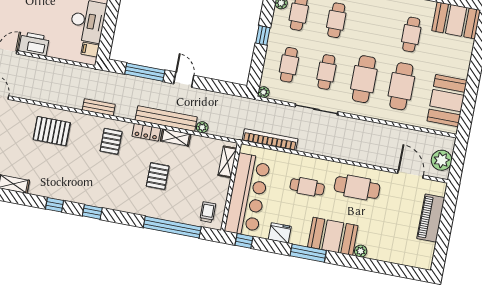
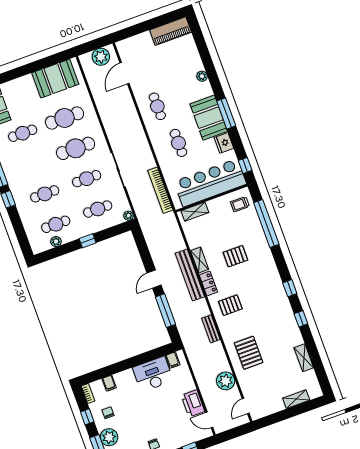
plant: (202, 127) -> (226, 381), moved, width x1.87, depth x1.87
cafe table: (357, 188) -> (157, 106), width x0.73, depth x0.74
piano: (431, 218) -> (171, 31), moved
booth: (333, 236) -> (209, 118), moved

